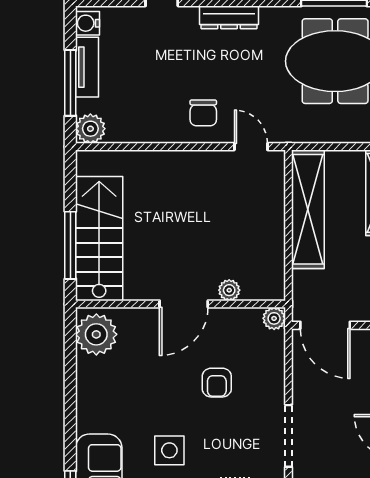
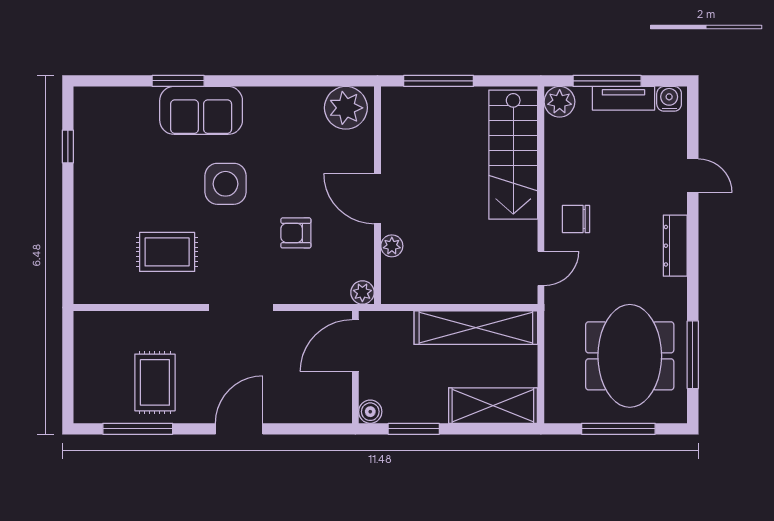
stairs: (99, 239) -> (513, 155), moved, turned 90
side table: (169, 450) -> (226, 184), width x1.37, depth x1.37

